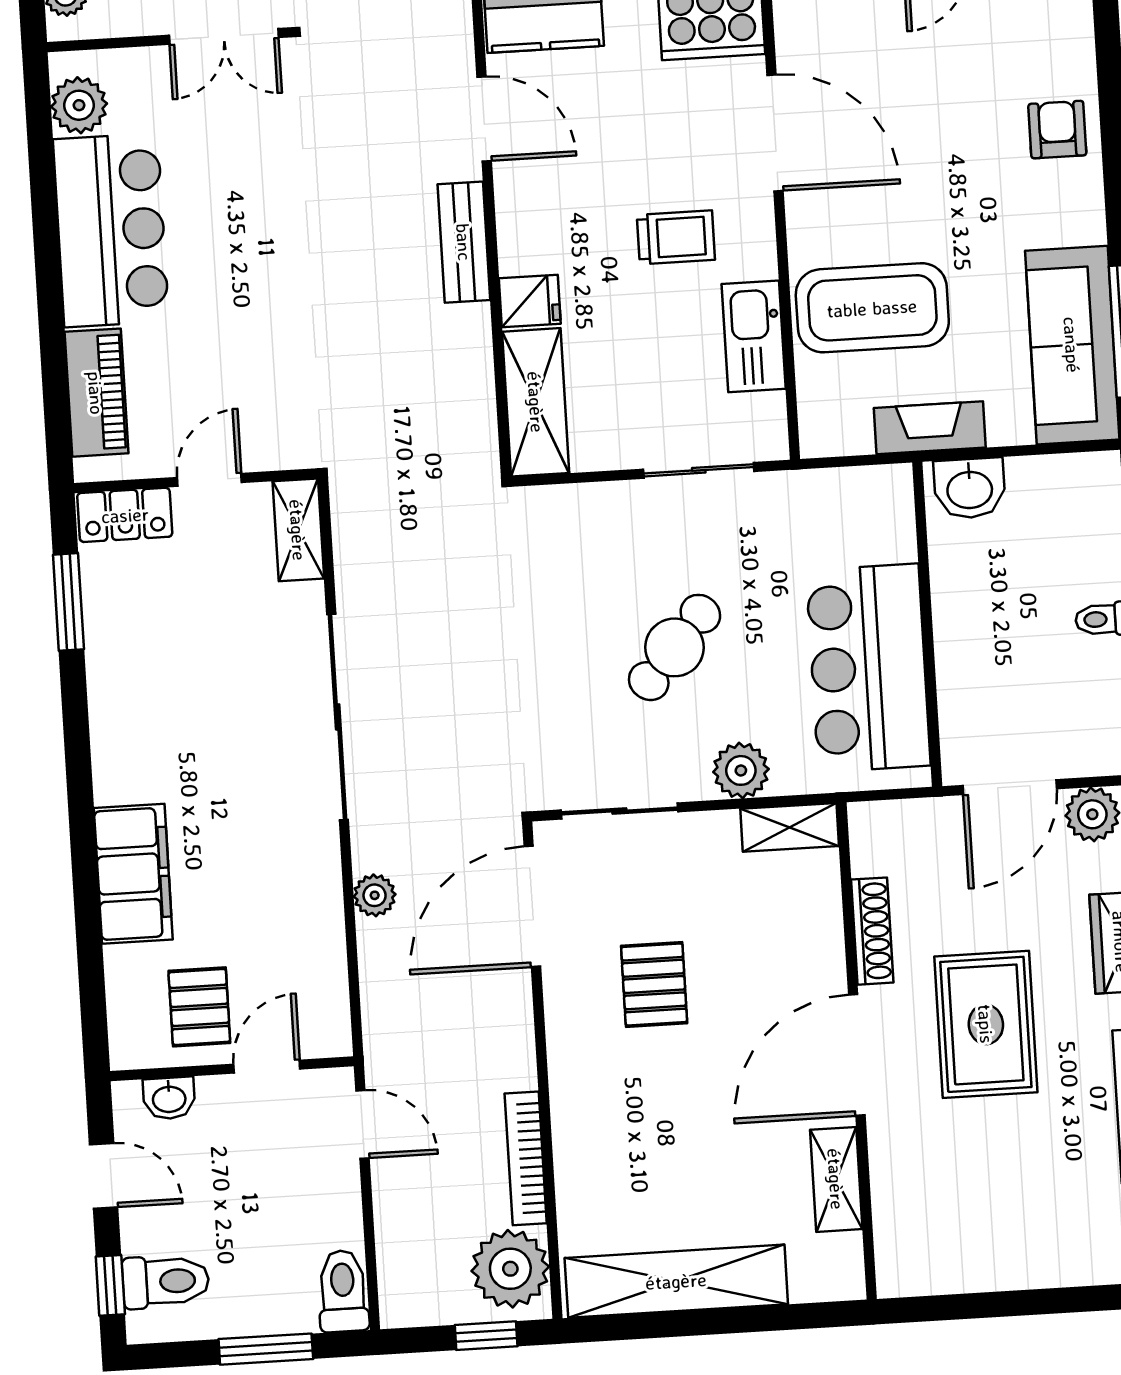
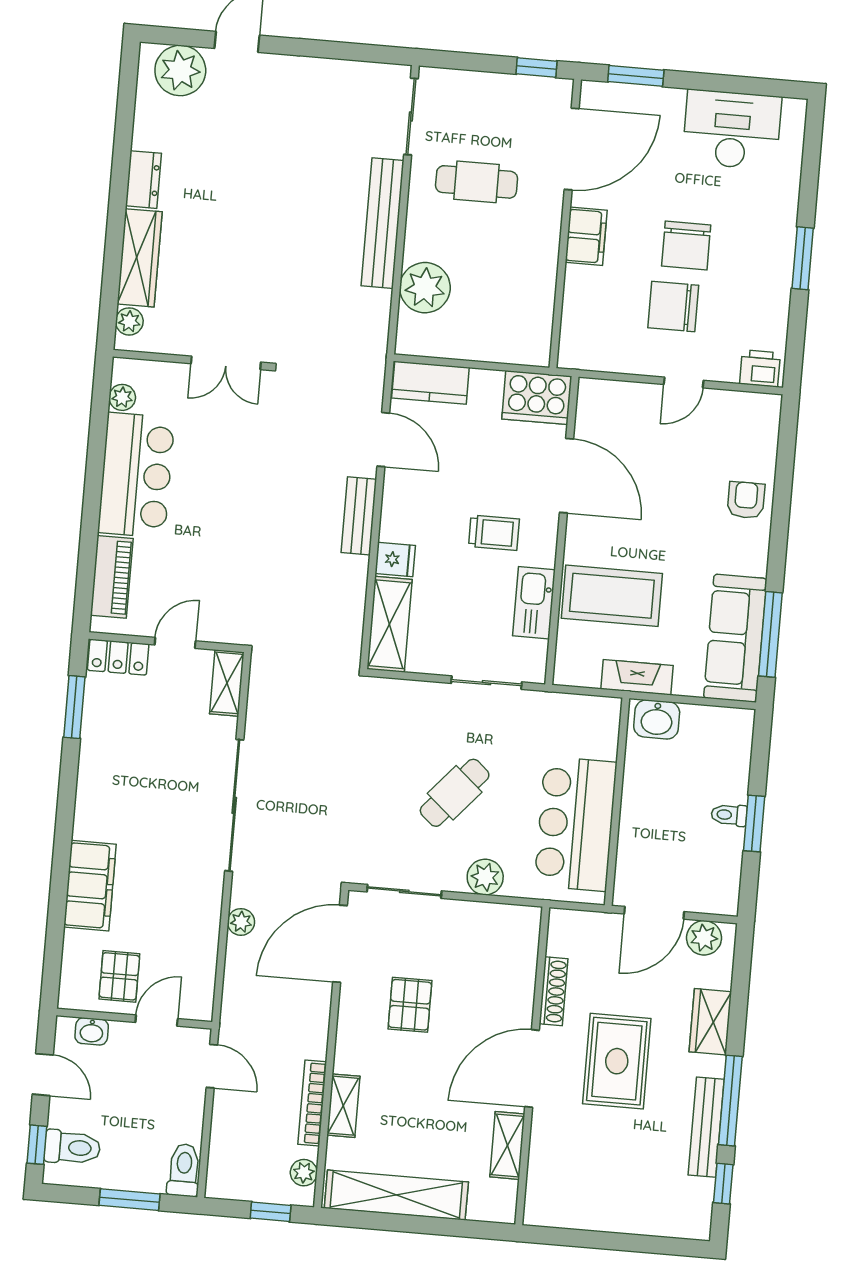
plant: (79, 105) -> (122, 397), width x0.73, depth x0.73
shelving: (790, 827) -> (343, 1106), moved, turned 90
plant: (510, 1269) -> (304, 1173), width x0.53, depth x0.53

